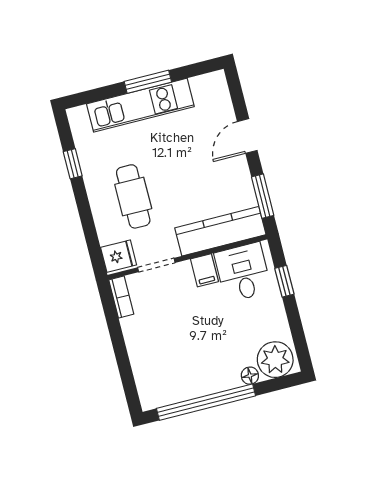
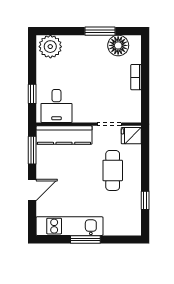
kitchen unit: (140, 105) -> (69, 226), moved
filing cabinet: (204, 270) -> (80, 113), removed
bookcase: (121, 297) -> (136, 77), moved
floor lamp: (250, 376) -> (118, 45), moved, width x1.89, depth x1.89
window: (206, 402) -> (100, 31), width x0.47

